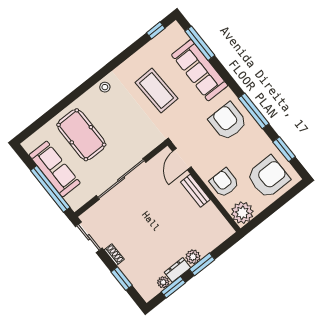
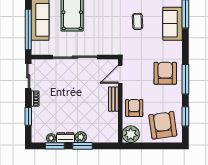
sofa: (200, 70) -> (173, 24), width x0.73
coffee table: (157, 90) -> (138, 21), width x0.54, depth x0.58
armchair: (268, 177) -> (163, 125), turned -98

